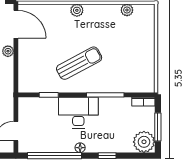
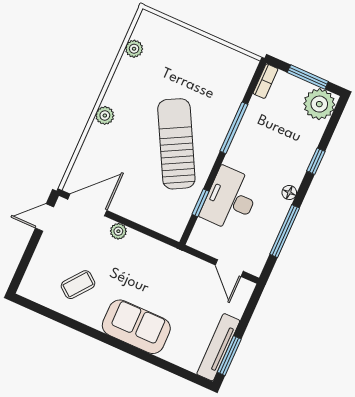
sun lounger: (79, 63) -> (176, 144), width x1.36, depth x1.34
desk: (78, 113) -> (230, 199), moved
window: (55, 156) -> (285, 231), width x0.68

